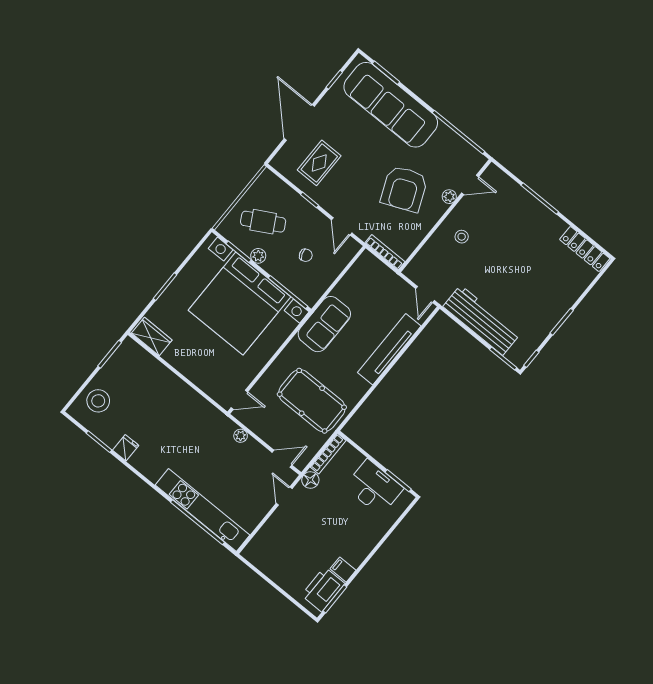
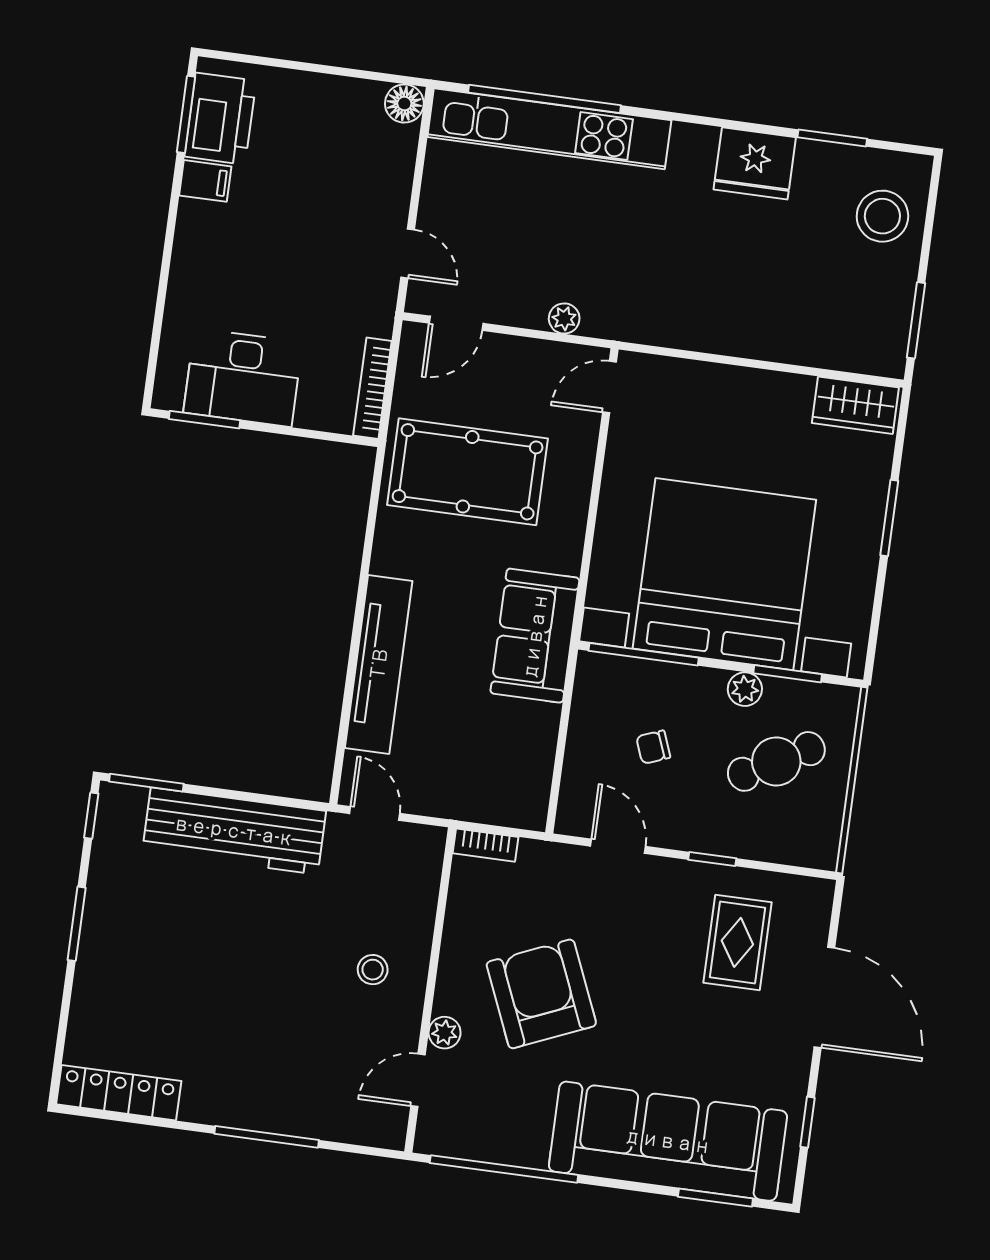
bookcase: (385, 252) -> (486, 845), width x0.64
fridge: (126, 448) -> (755, 163), width x1.88, depth x1.34
floor lamp: (310, 480) -> (404, 104), moved

